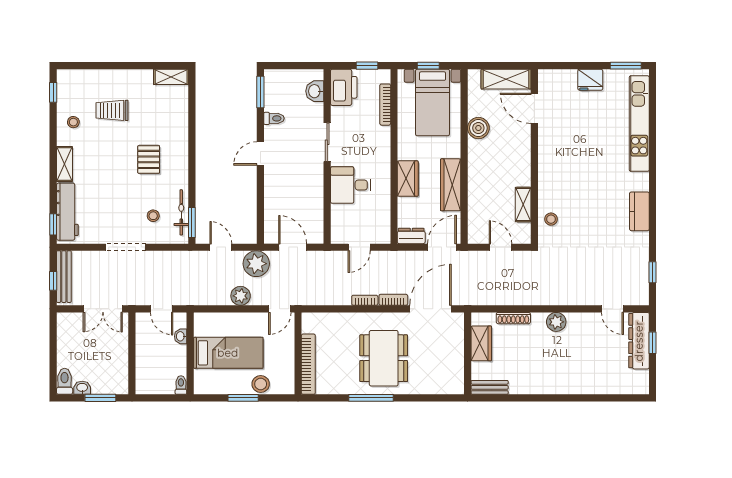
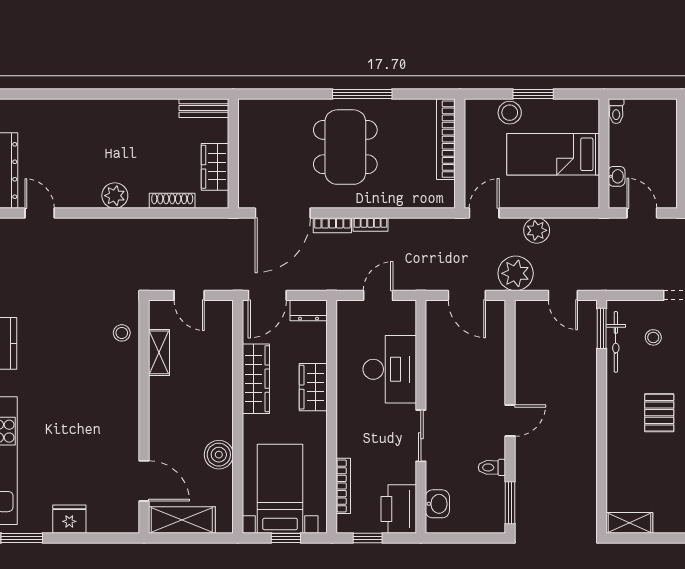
desk: (350, 185) -> (390, 369), width x1.37

